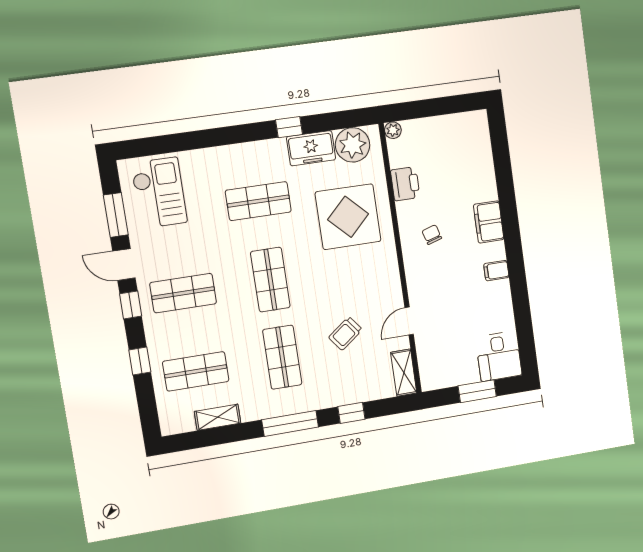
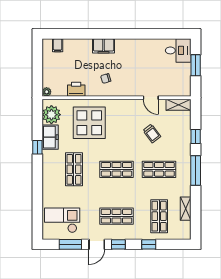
filing cabinet: (496, 271) -> (58, 45), moved
shop shelf: (183, 293) -> (117, 216), turned 90

